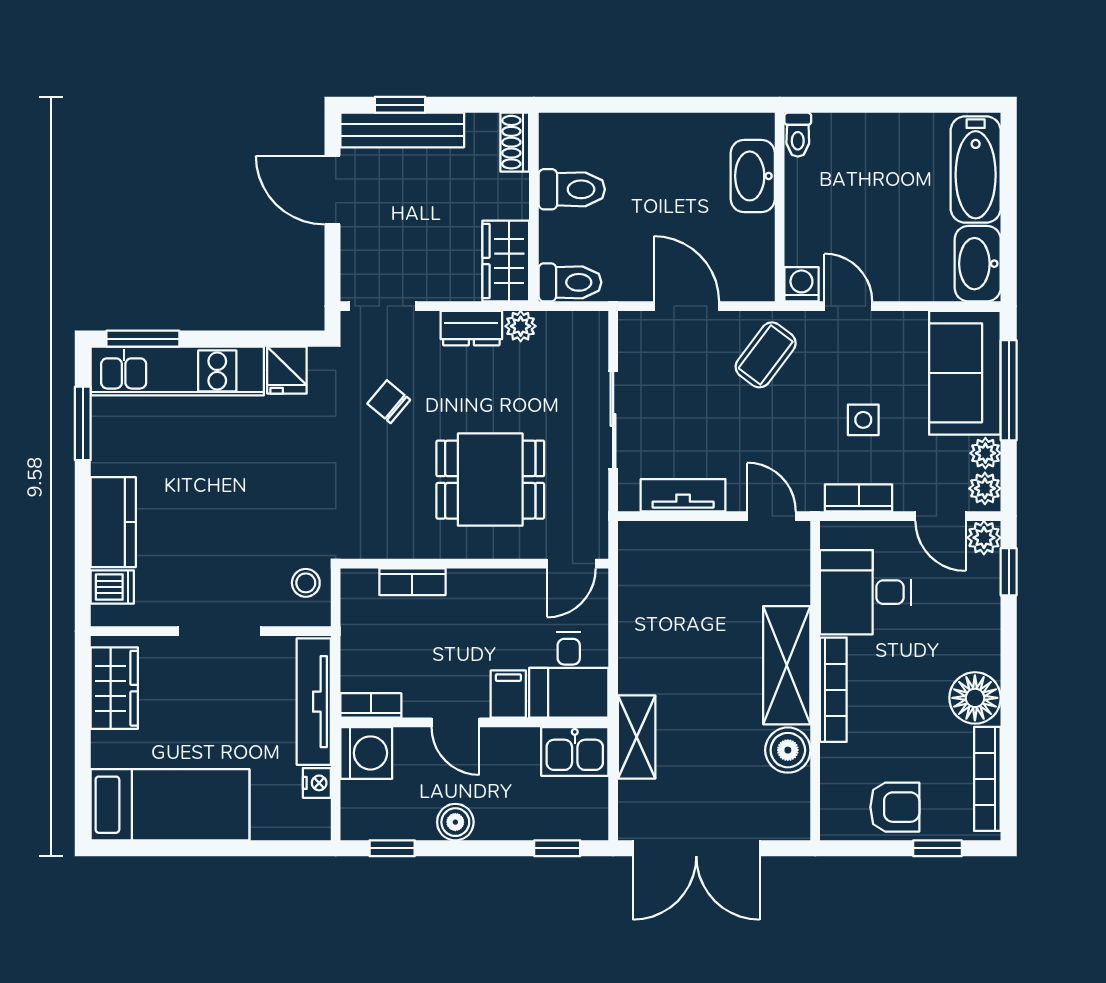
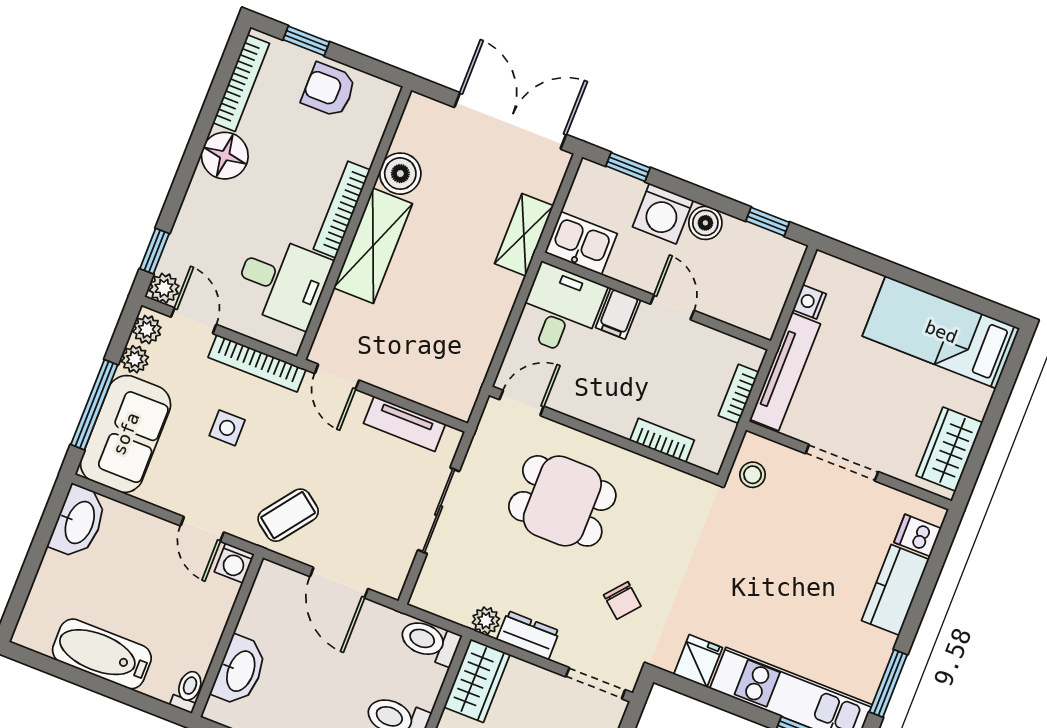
bathtub: (976, 169) -> (102, 654), moved, turned -90
bookcase: (859, 498) -> (257, 363), width x1.56
bookcase: (371, 705) -> (739, 394), moved, turned 90
washing machine: (366, 753) -> (663, 214), moved, turned -90

